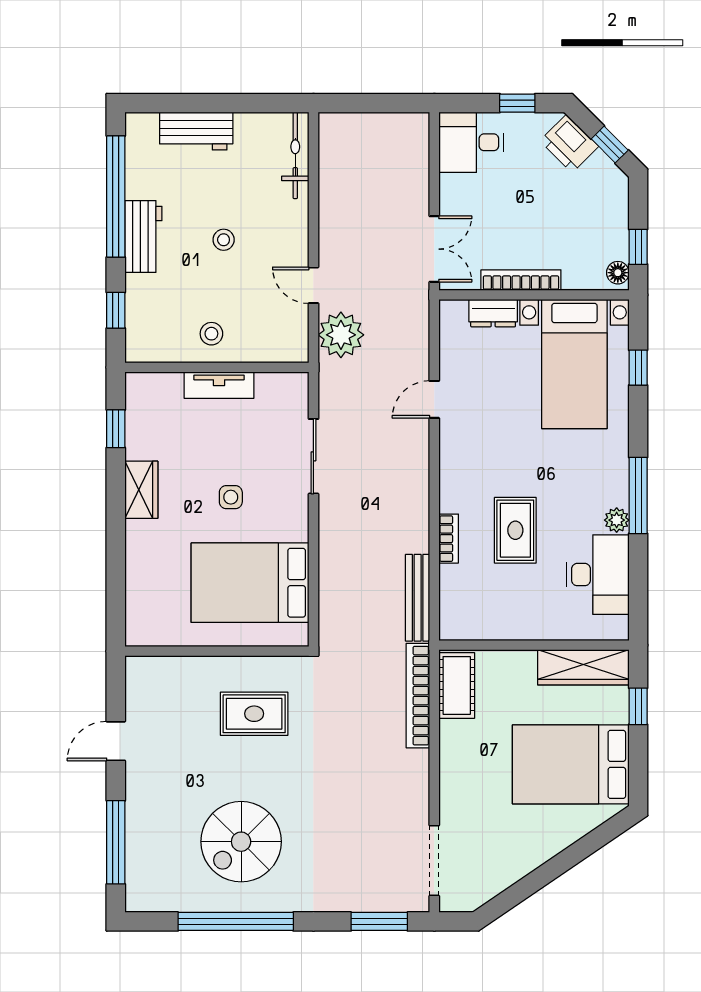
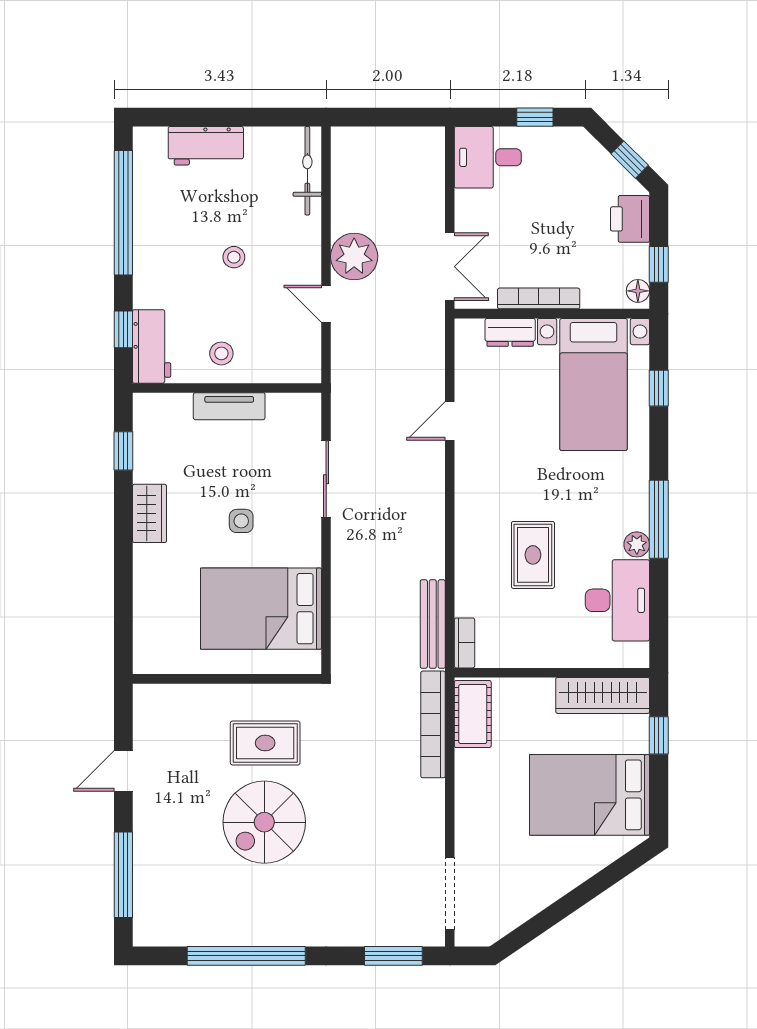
printer: (569, 144) -> (630, 219), moved, turned 45
workbench: (143, 236) -> (152, 346), moved
plant: (341, 335) -> (354, 257), moved
bookcase: (449, 539) -> (464, 643), moved
spiral stairs: (241, 842) -> (264, 822), moved

